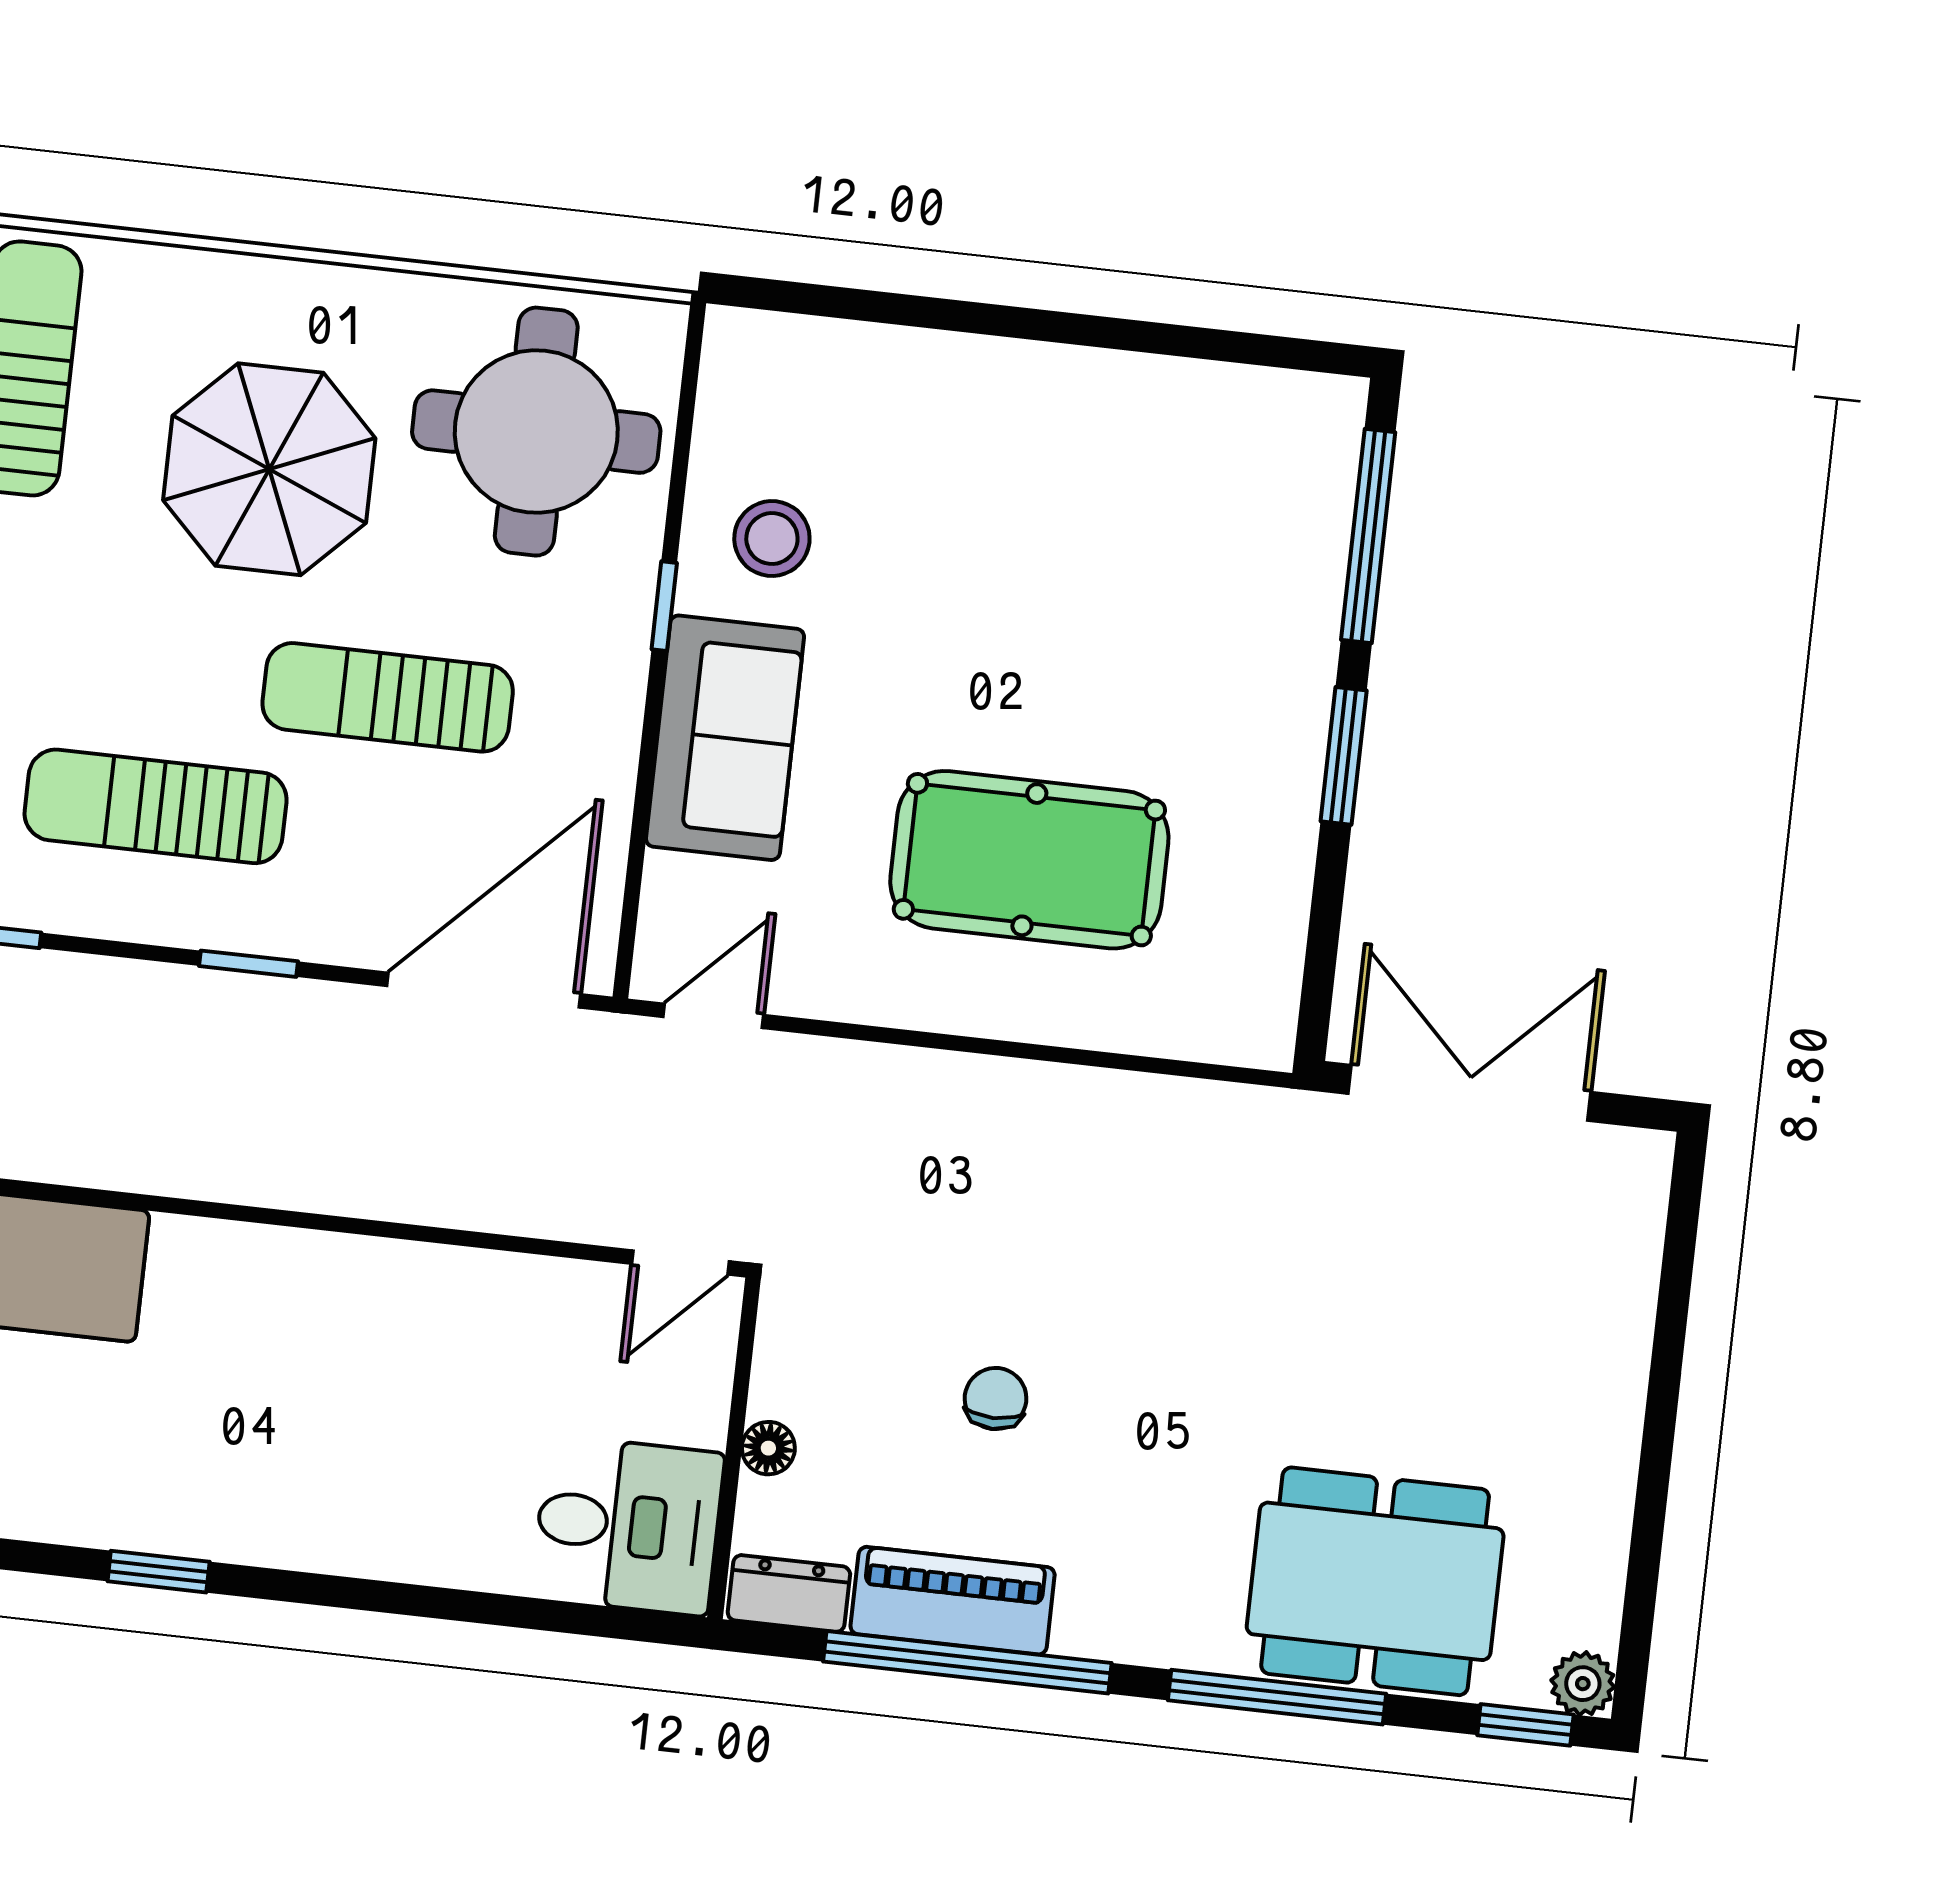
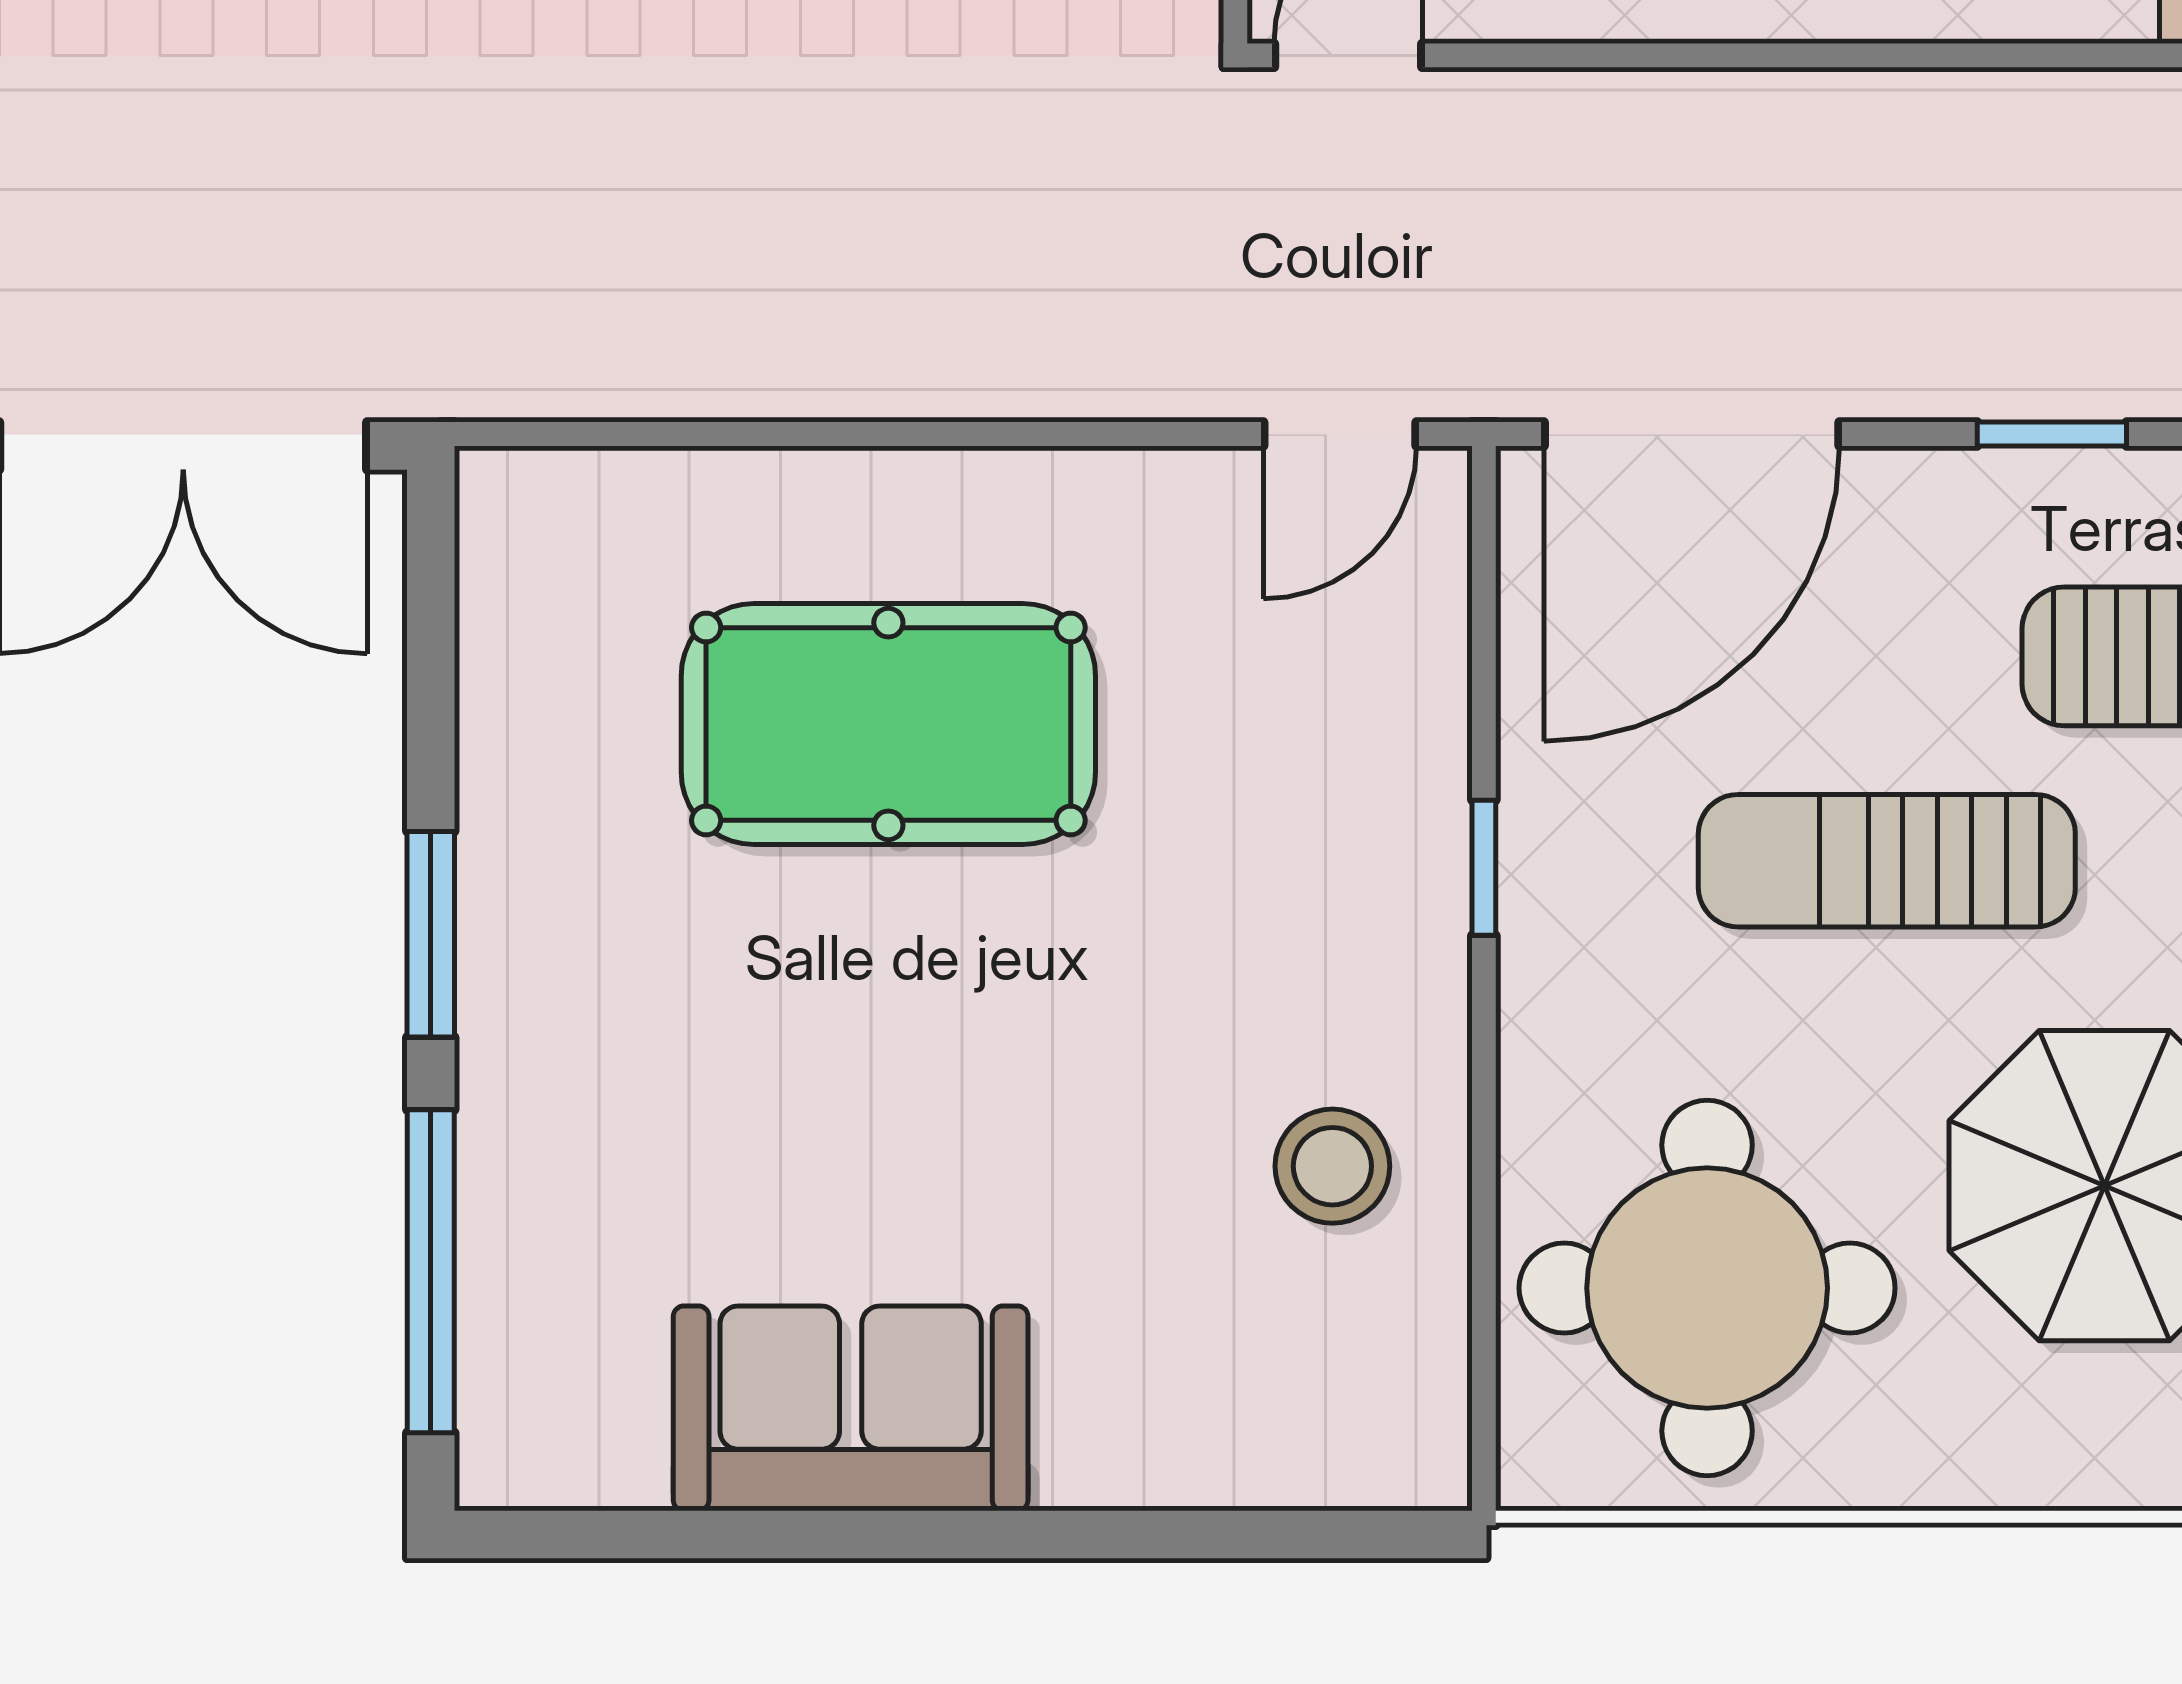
window: (664, 606) -> (1484, 868), moved
sun lounger: (388, 697) -> (1887, 861), turned 180
sofa: (725, 738) -> (851, 1408), moved, turned 90

